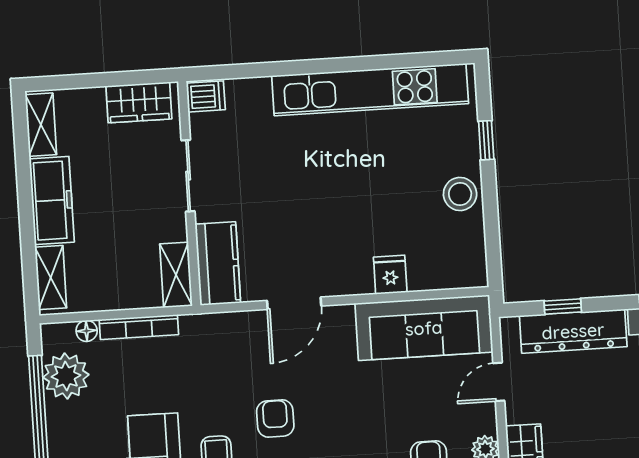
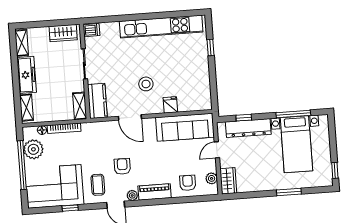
stool: (460, 194) -> (146, 84), moved
door: (294, 303) -> (130, 117), hinge flipped

